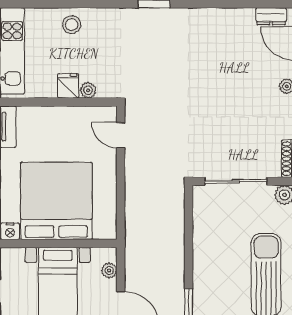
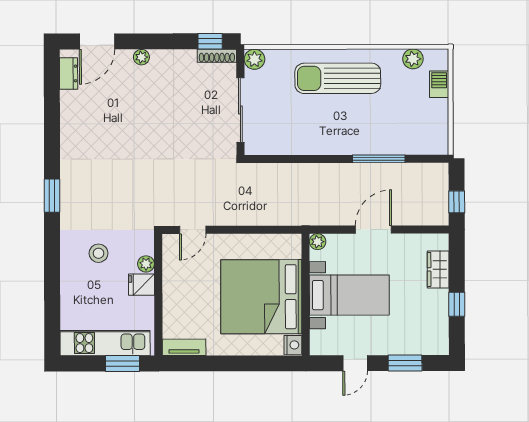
stool: (72, 25) -> (99, 253), moved
plant: (109, 270) -> (318, 242), moved

